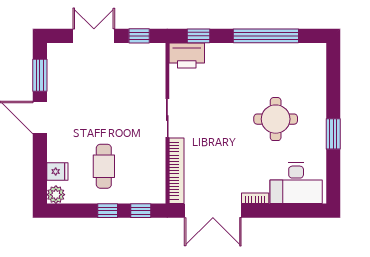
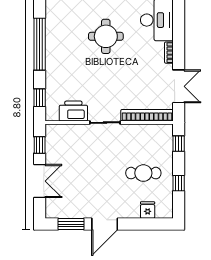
double door: (94, 36) -> (40, 181), swing flipped
printer: (187, 56) -> (73, 111), moved, turned -90
plant: (56, 195) -> (166, 211), removed
window: (108, 211) -> (179, 183), moved
double door: (213, 211) -> (179, 86), width x0.73

